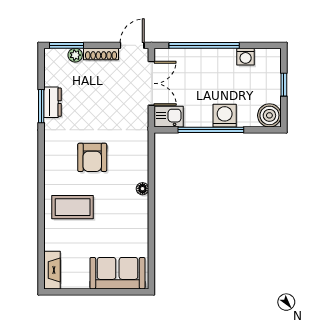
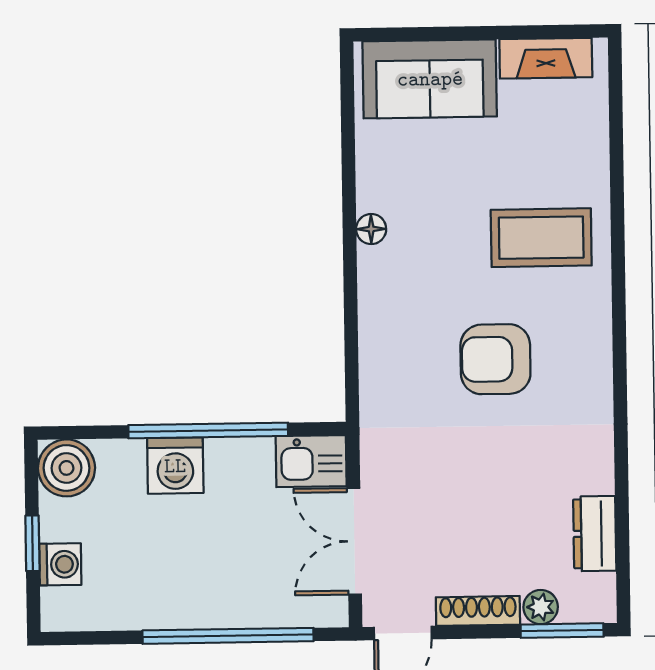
washing machine: (246, 57) -> (60, 564), moved, turned 90
dresser: (53, 102) -> (595, 534), moved
window: (41, 106) -> (622, 482), removed
armchair: (92, 157) -> (495, 359), turned -90
floor lamp: (143, 189) -> (371, 229), moved
fireplace: (52, 270) -> (546, 58), moved, turned -90

